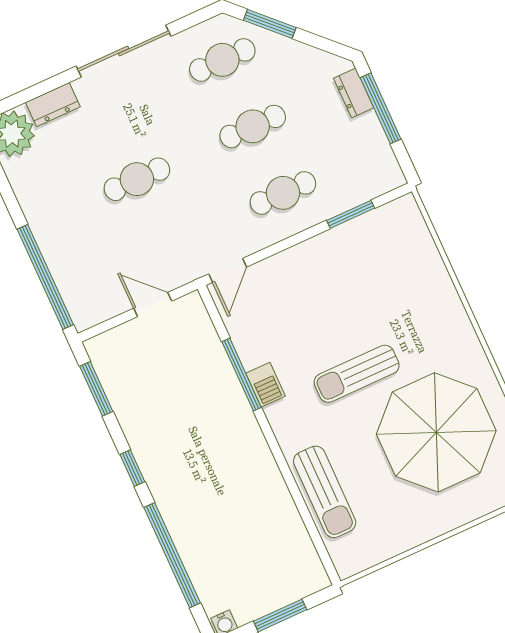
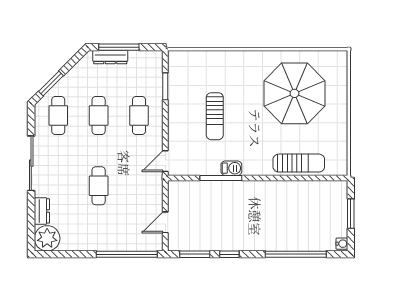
dresser: (354, 93) -> (110, 57), width x1.44
door: (228, 270) -> (165, 161), swing flipped
door: (153, 305) -> (165, 222), moved
sun lounger: (357, 374) -> (215, 116), moved
window: (132, 468) -> (229, 254), moved

